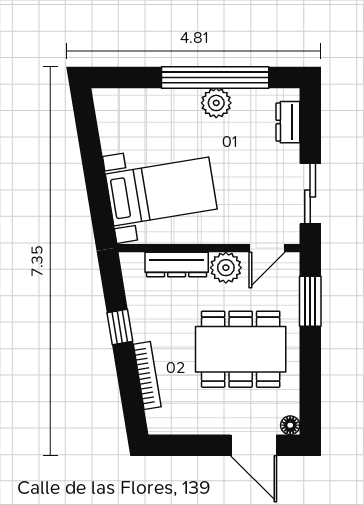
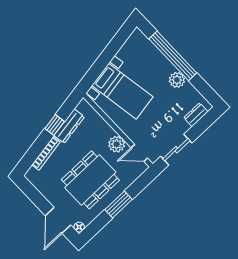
window: (215, 77) -> (173, 56), moved
dresser: (177, 264) -> (69, 126), moved, turned -99
window: (310, 301) -> (118, 205), moved
dining table: (241, 349) -> (90, 180), turned 90

